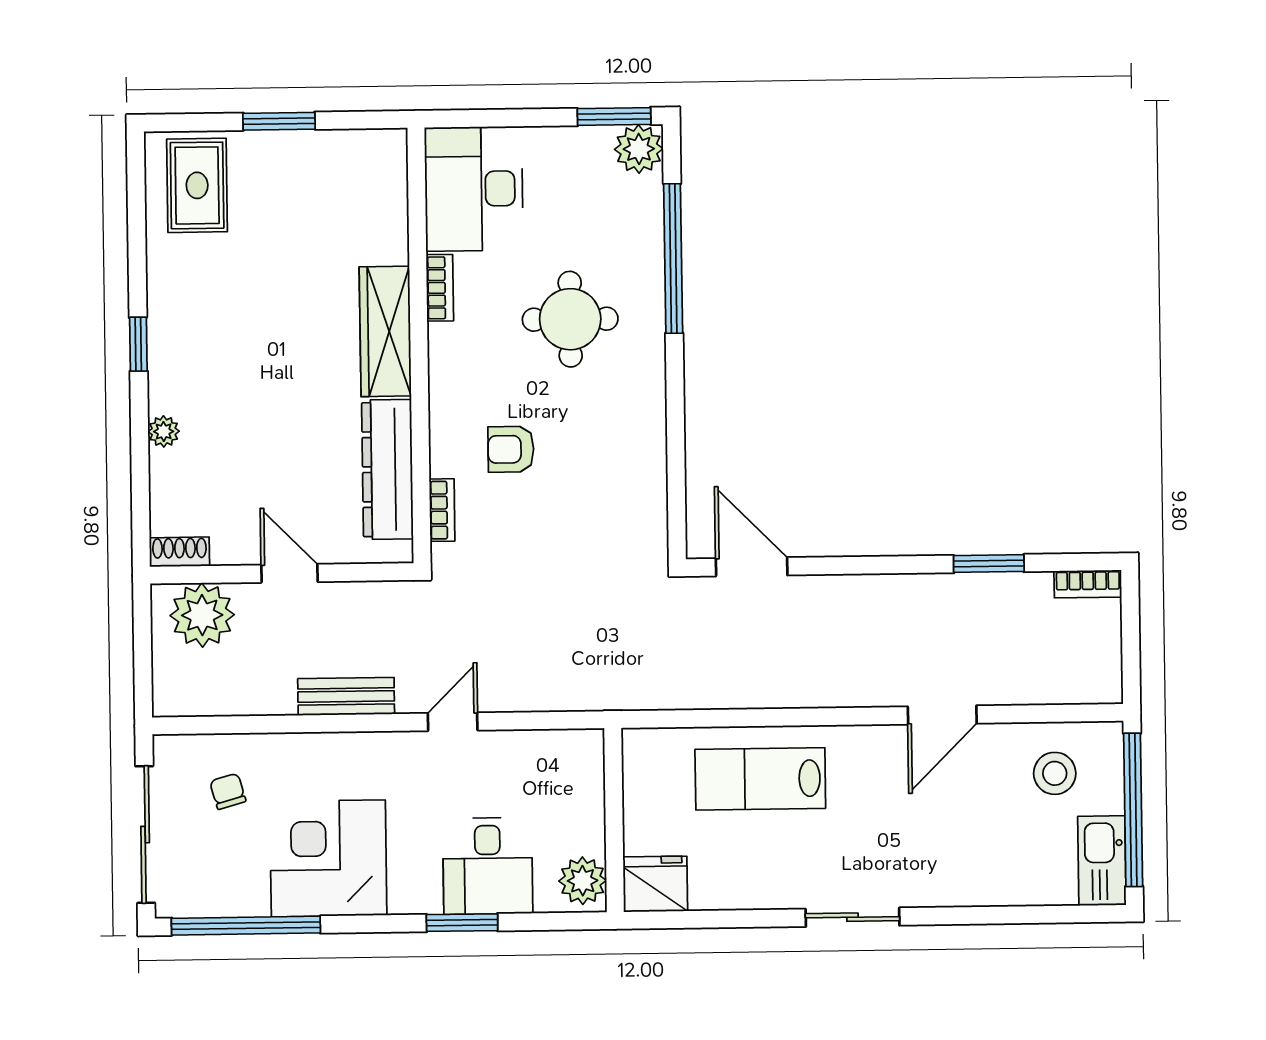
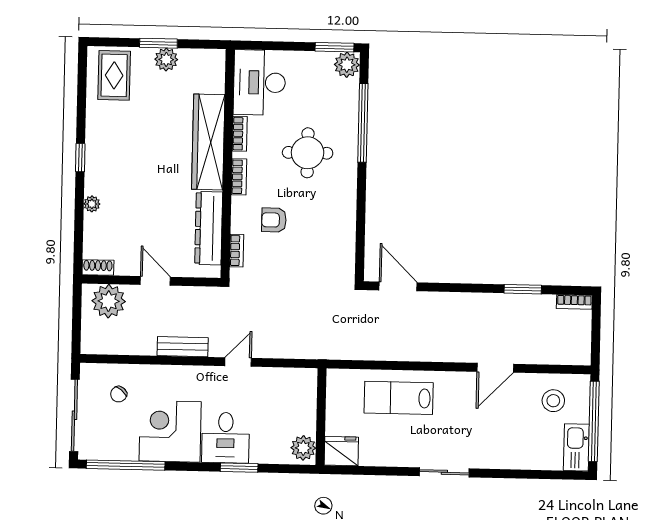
plant: (295, 152) -> (166, 59), added
wardrobe: (385, 331) -> (208, 142), width x1.40, depth x1.17
bookcase: (441, 370) -> (239, 177), added
chair: (228, 791) -> (119, 394), turned -124
desk: (488, 866) -> (226, 438), moved

